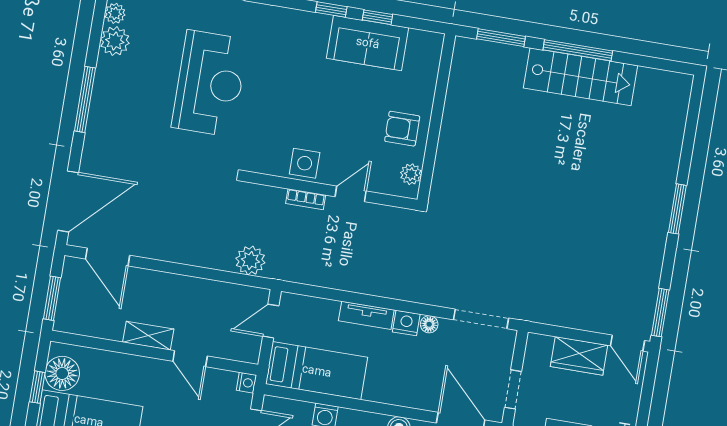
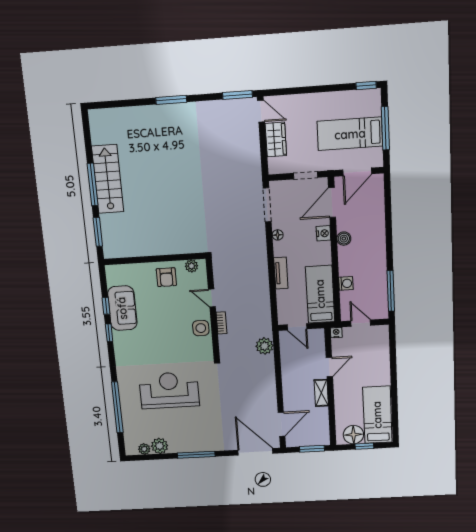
nightstand: (406, 323) -> (323, 233), moved, turned 180
door: (627, 343) -> (261, 111), hinge flipped

